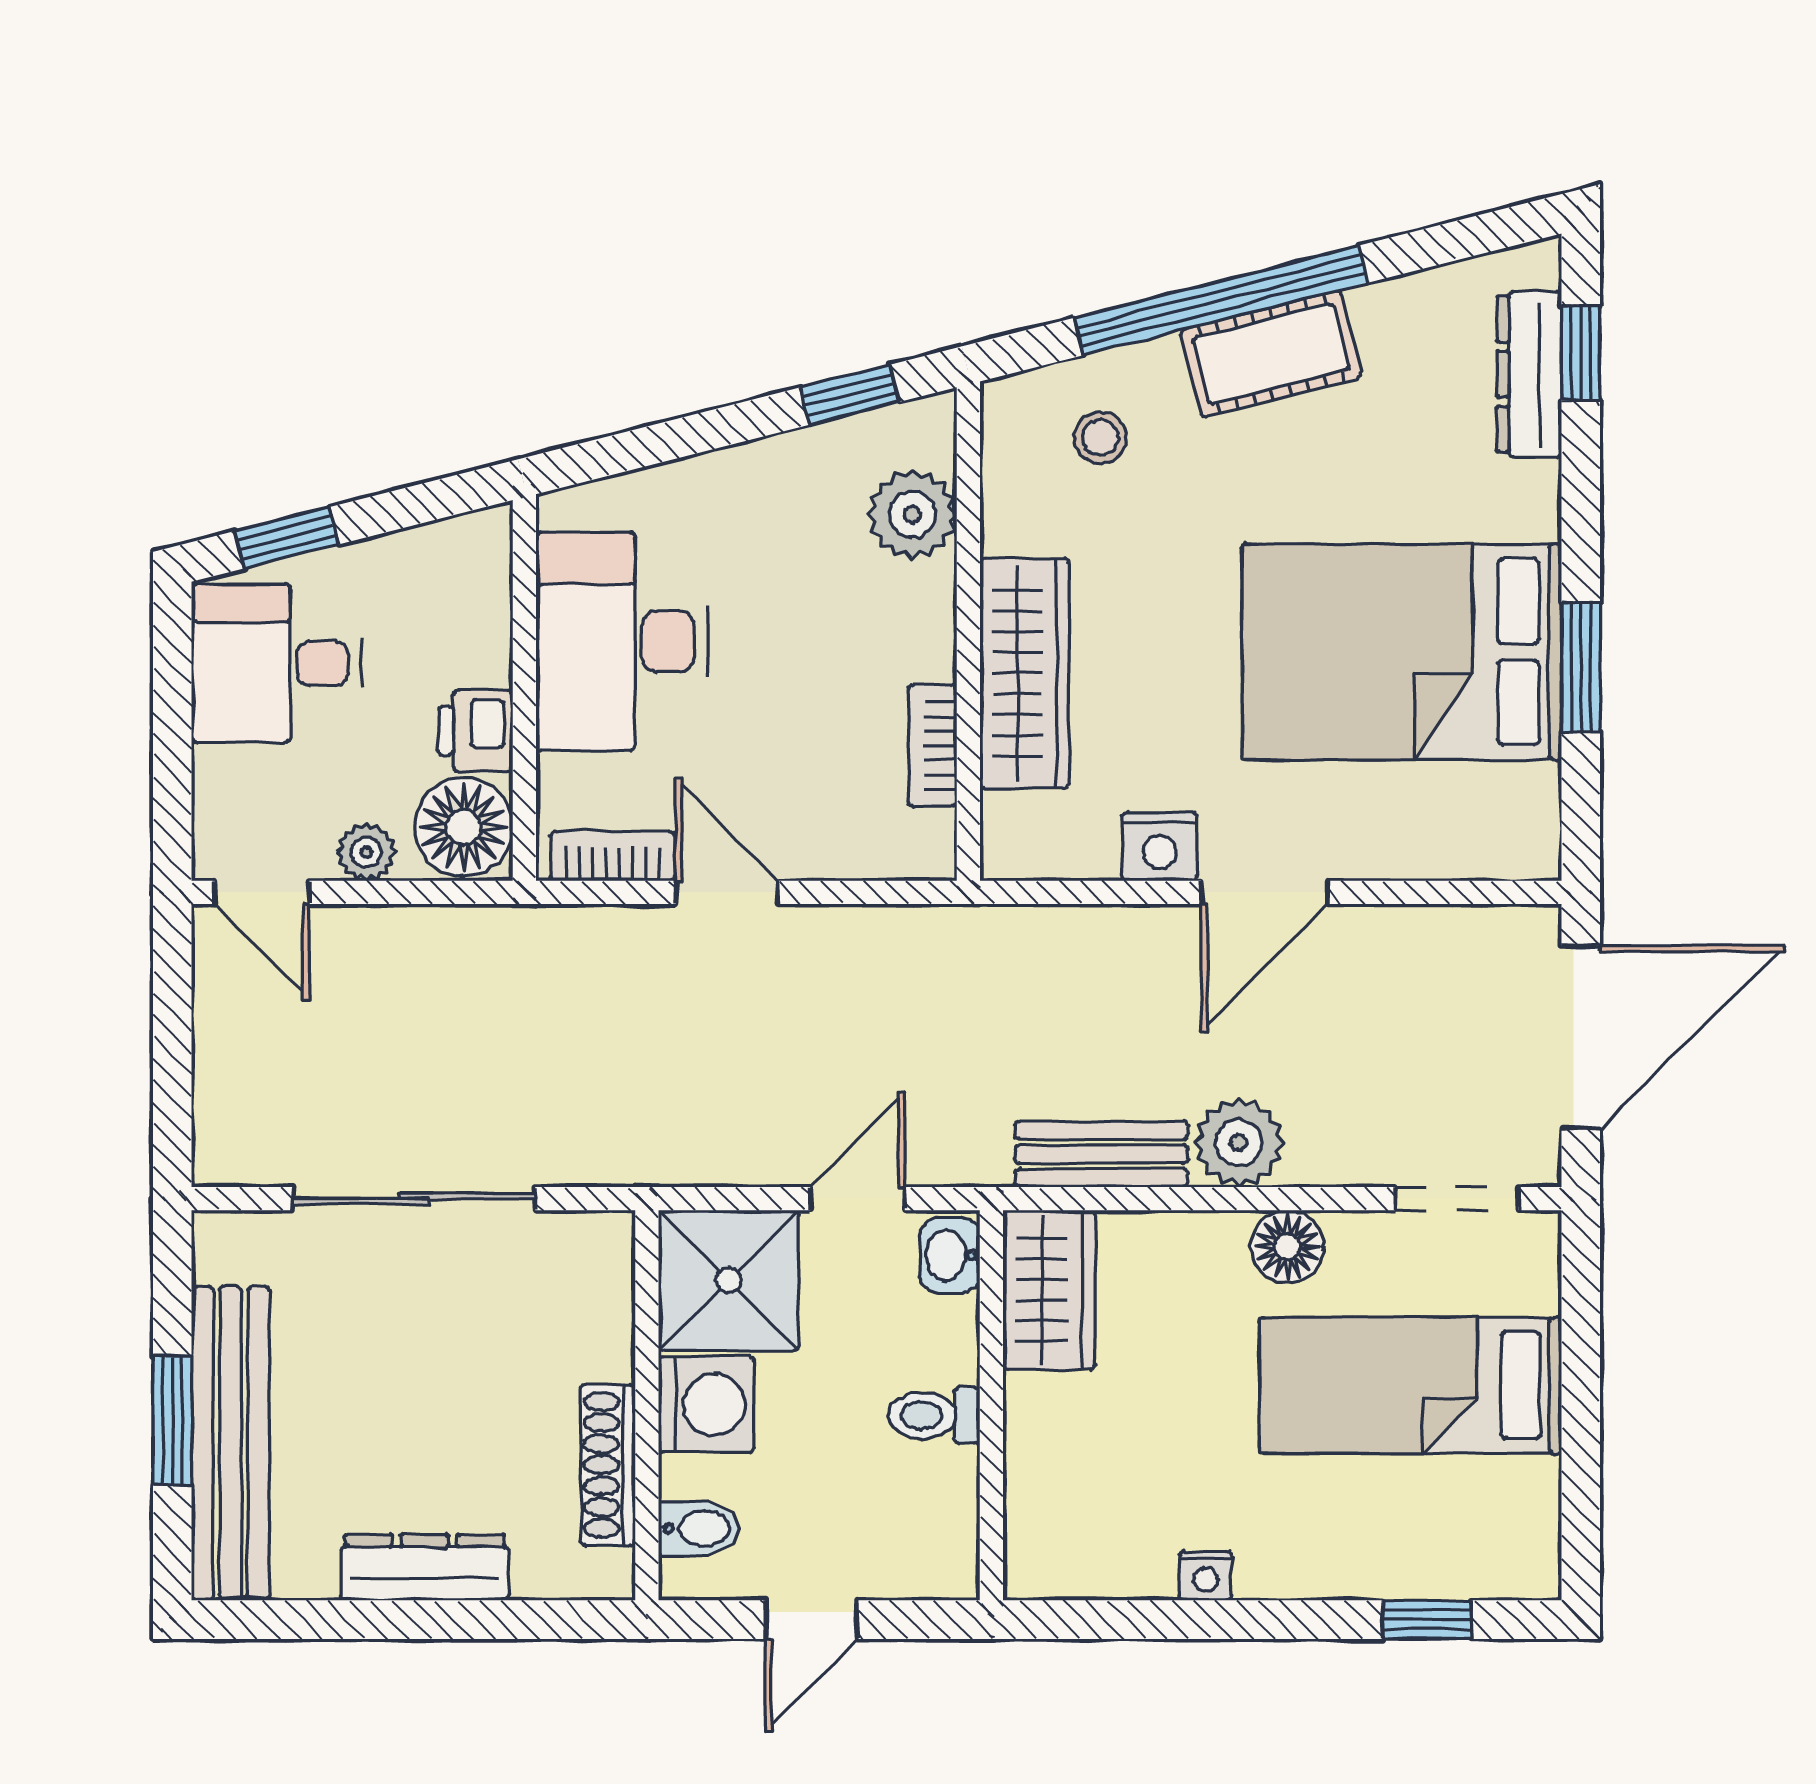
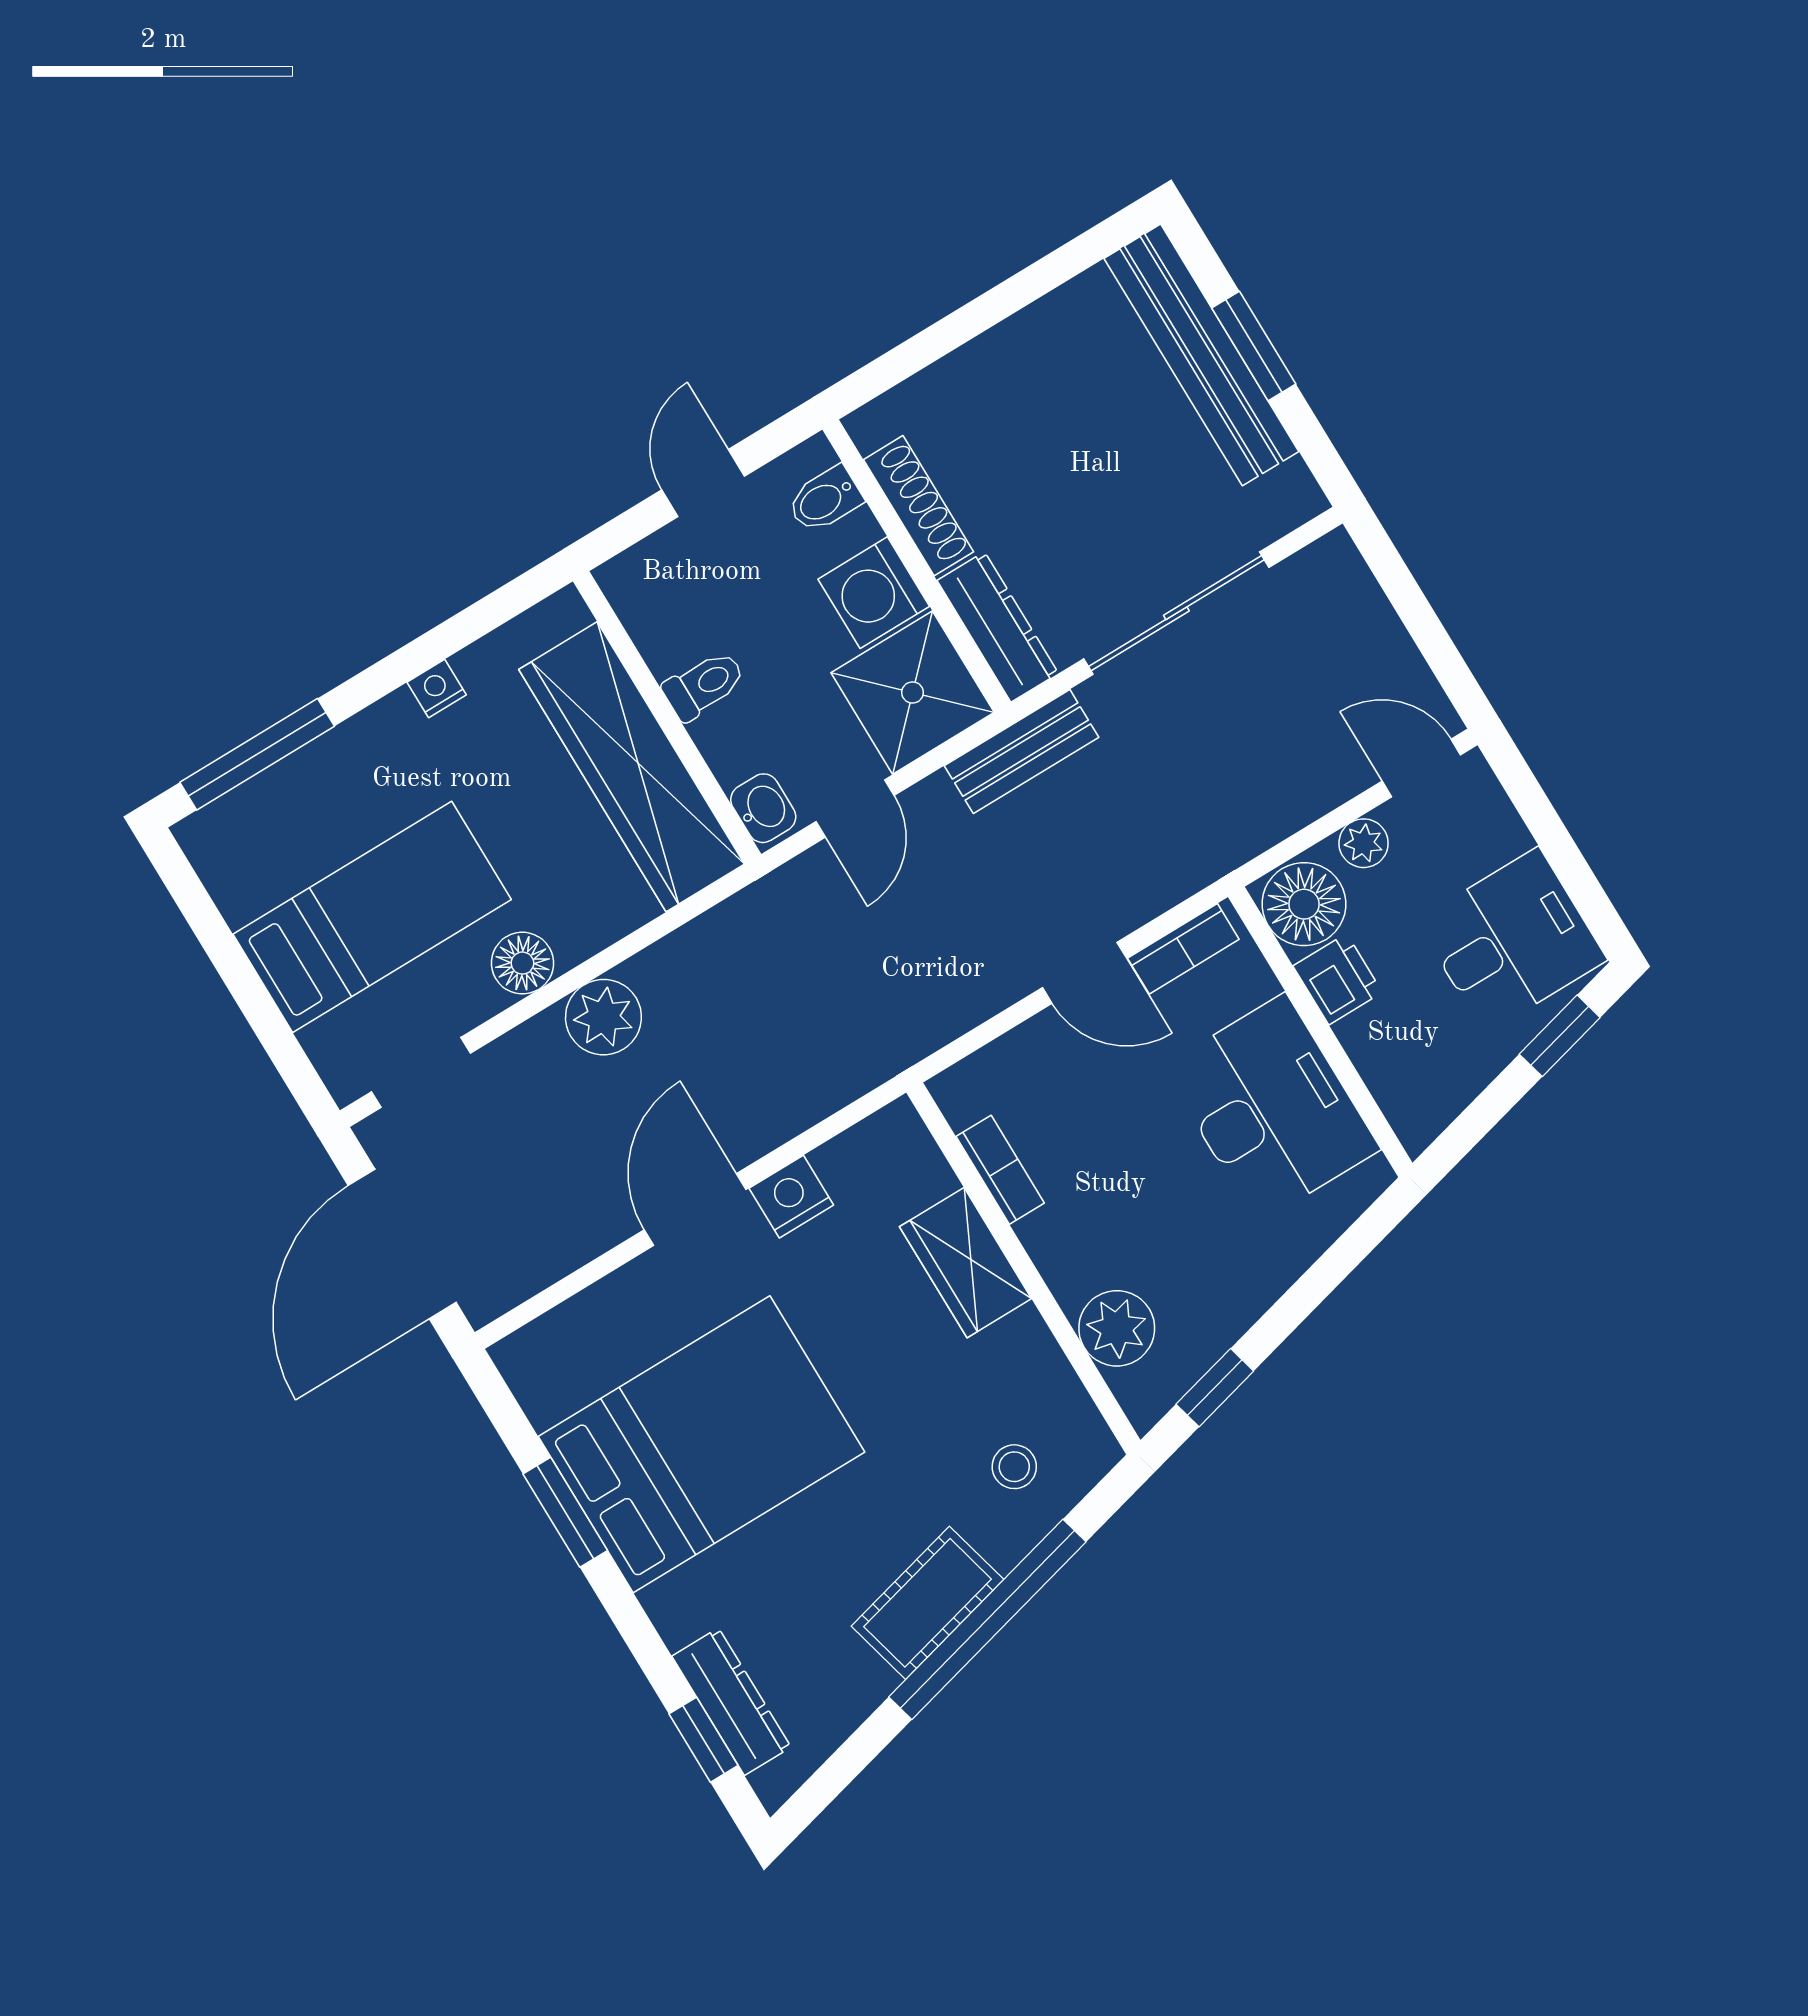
wardrobe: (1024, 673) -> (966, 1263), width x0.67
bench: (1101, 1154) -> (1022, 751), moved
wardrobe: (1049, 1290) -> (632, 767), width x2.10, depth x1.17
dresser: (425, 1568) -> (998, 627), moved, turned -90
window: (1427, 1620) -> (257, 754), width x2.17

